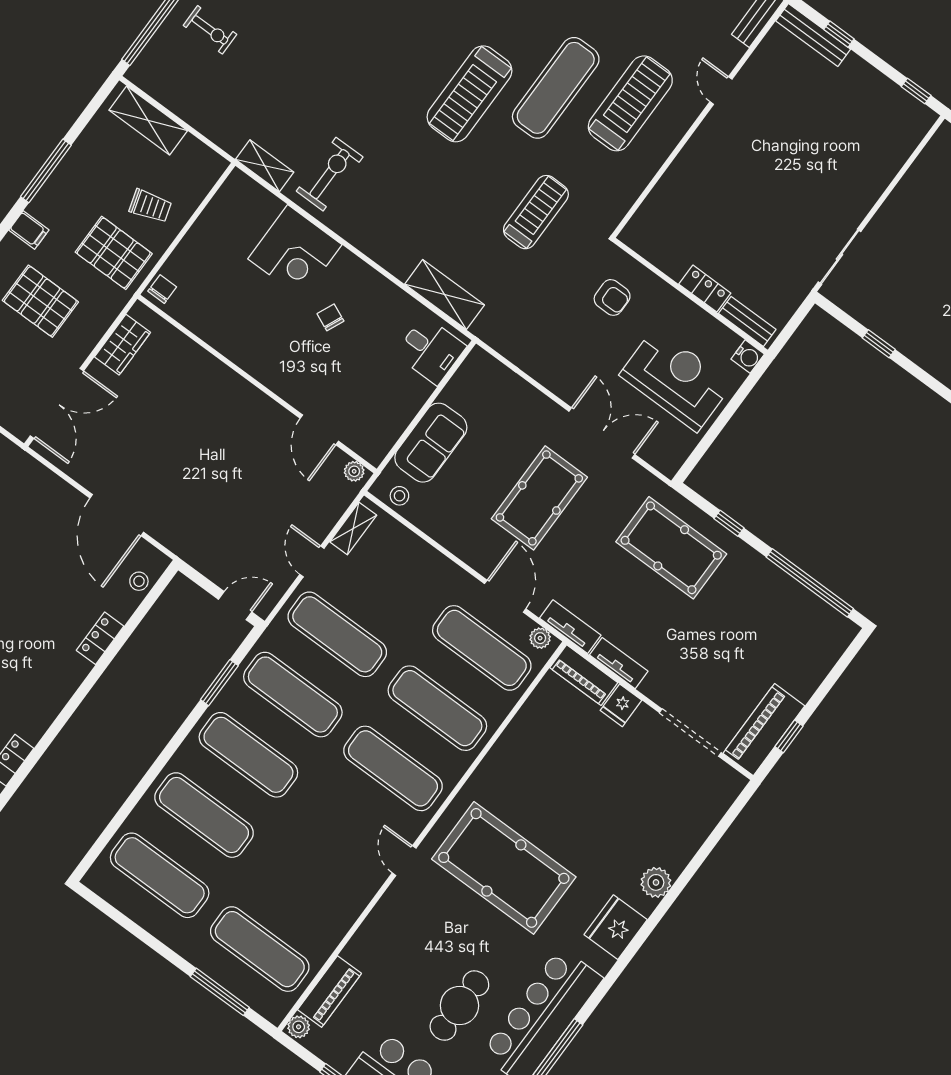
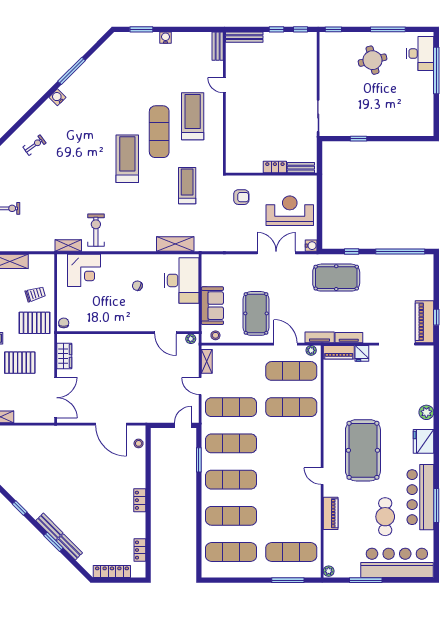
window: (839, 34) -> (277, 29), moved
treadmill: (469, 94) -> (127, 159), turned 180
corner desk: (295, 252) -> (84, 270), moved
desk: (431, 350) -> (182, 280), width x1.87, depth x1.30
water cooler: (748, 357) -> (311, 246), moved
pool table: (539, 498) -> (256, 313), moved
locker: (100, 638) -> (140, 500), moved
exercise mat: (393, 768) -> (291, 443), removed
pool table: (504, 868) -> (363, 450), turned 90
piano: (329, 992) -> (331, 513), moved

